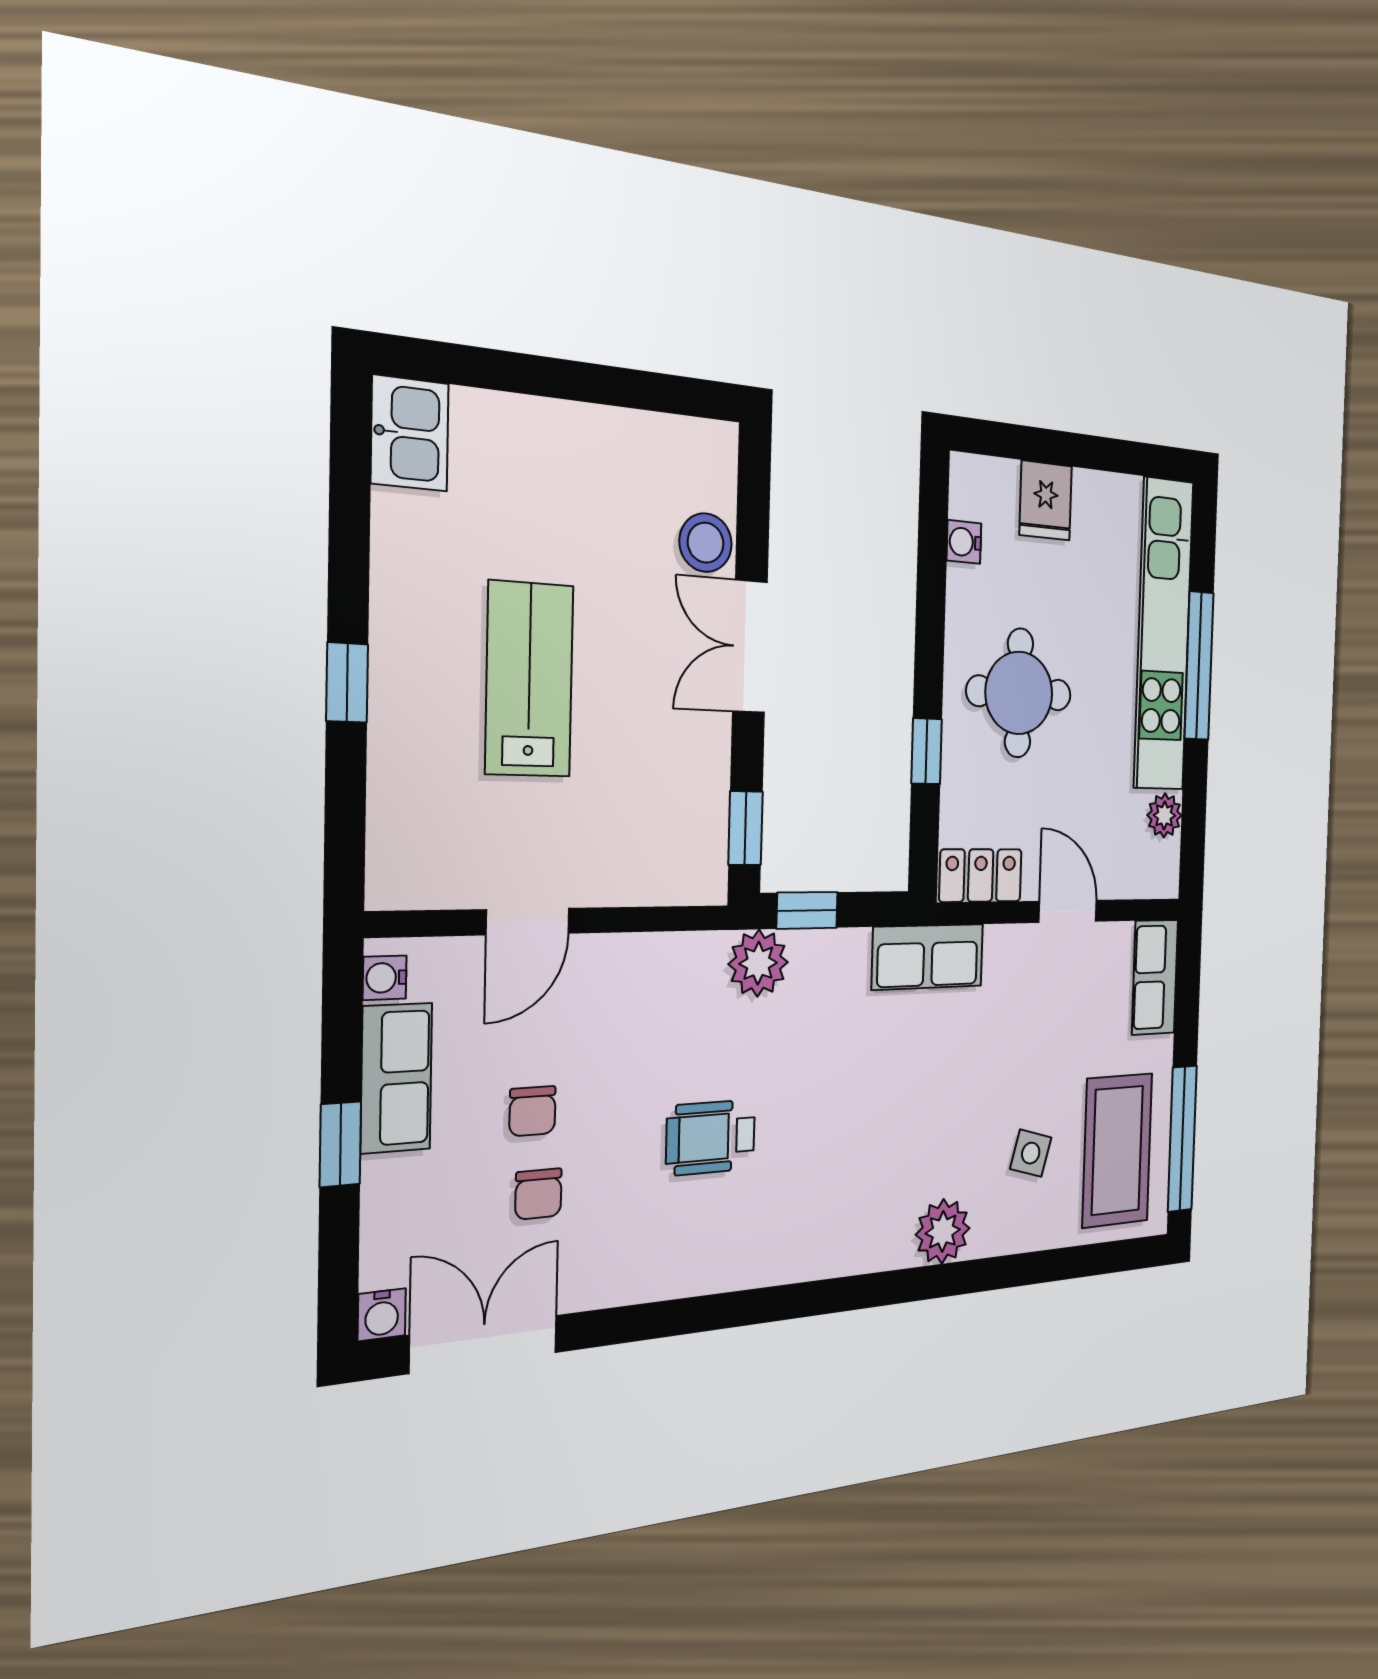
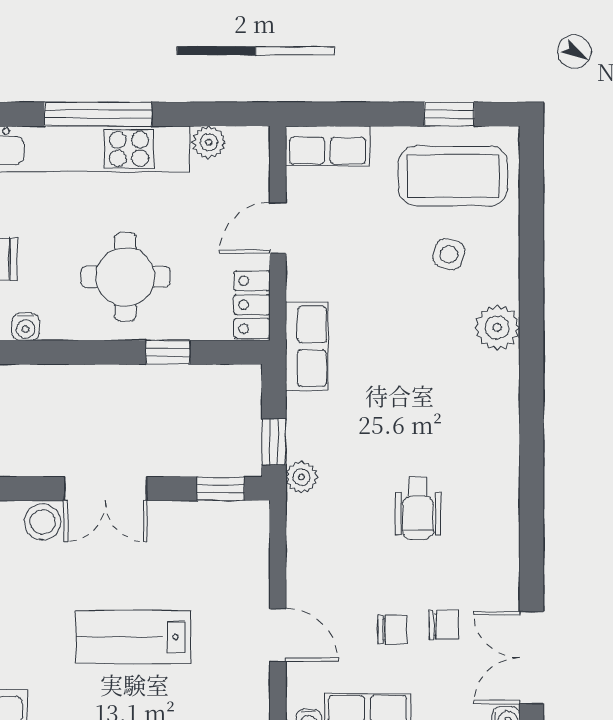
plant: (758, 963) -> (302, 477), width x0.73, depth x0.73
window: (1182, 1139) -> (449, 114), width x0.46

